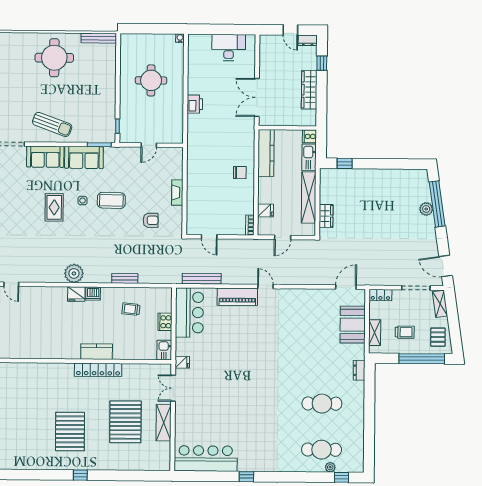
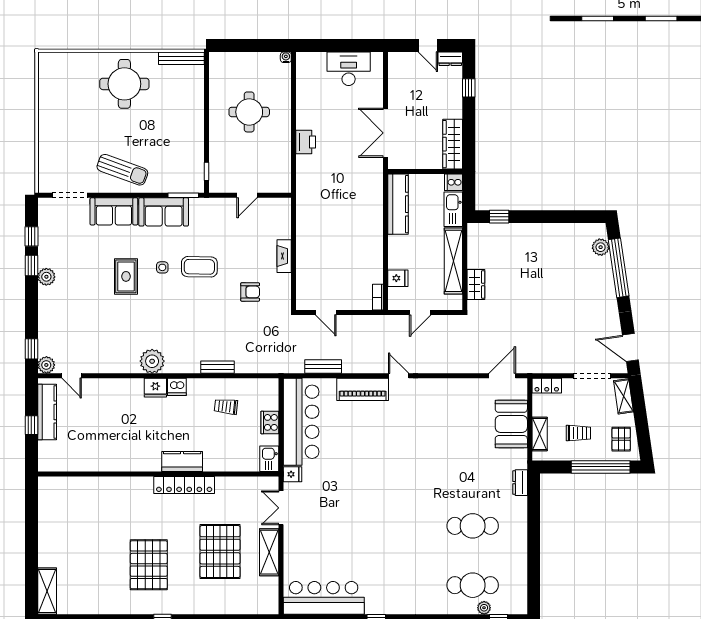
wardrobe: (309, 90) -> (453, 144), moved
chair: (240, 173) -> (364, 230), removed
plant: (426, 209) -> (601, 247), moved
bench: (202, 279) -> (323, 367), width x0.73
bar counter: (189, 312) -> (301, 422), width x1.36

